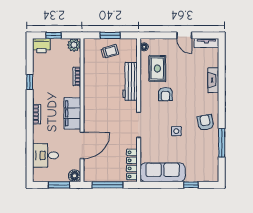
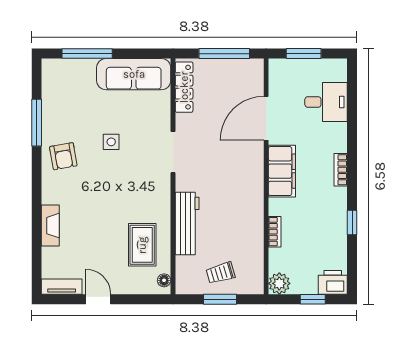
armchair: (165, 94) -> (129, 203), removed
floor lamp: (75, 176) -> (278, 68), removed
window: (191, 185) -> (87, 54), width x2.17

